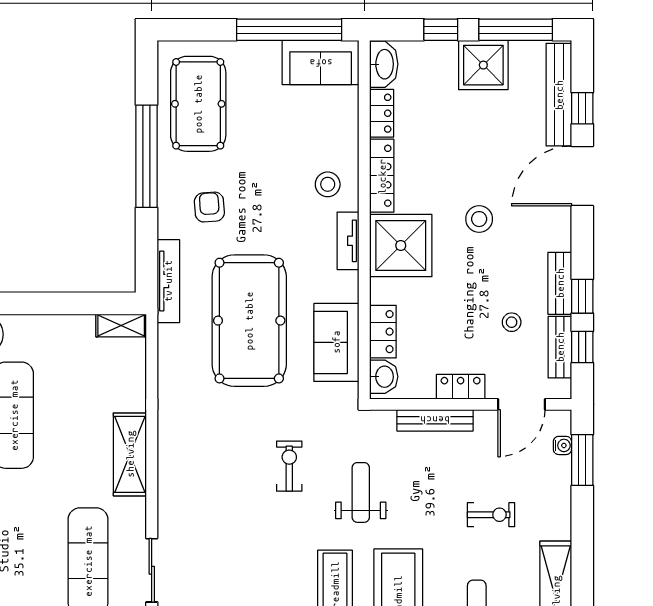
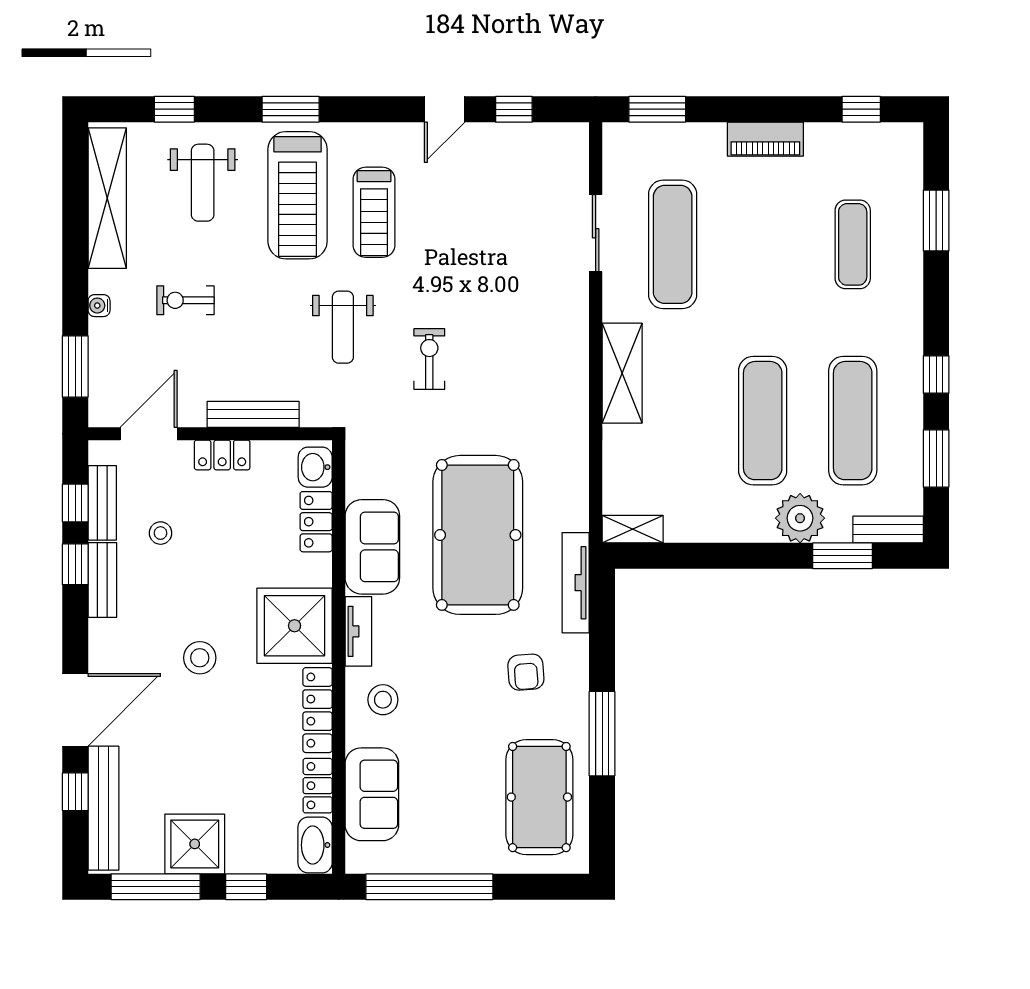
sofa: (321, 63) -> (372, 794), moved, turned 90
window: (146, 156) -> (602, 734), width x0.68
sofa: (336, 342) -> (372, 547), moved
water cooler: (562, 445) -> (99, 306), moved
exercise bike: (289, 466) -> (429, 359), turned 180

